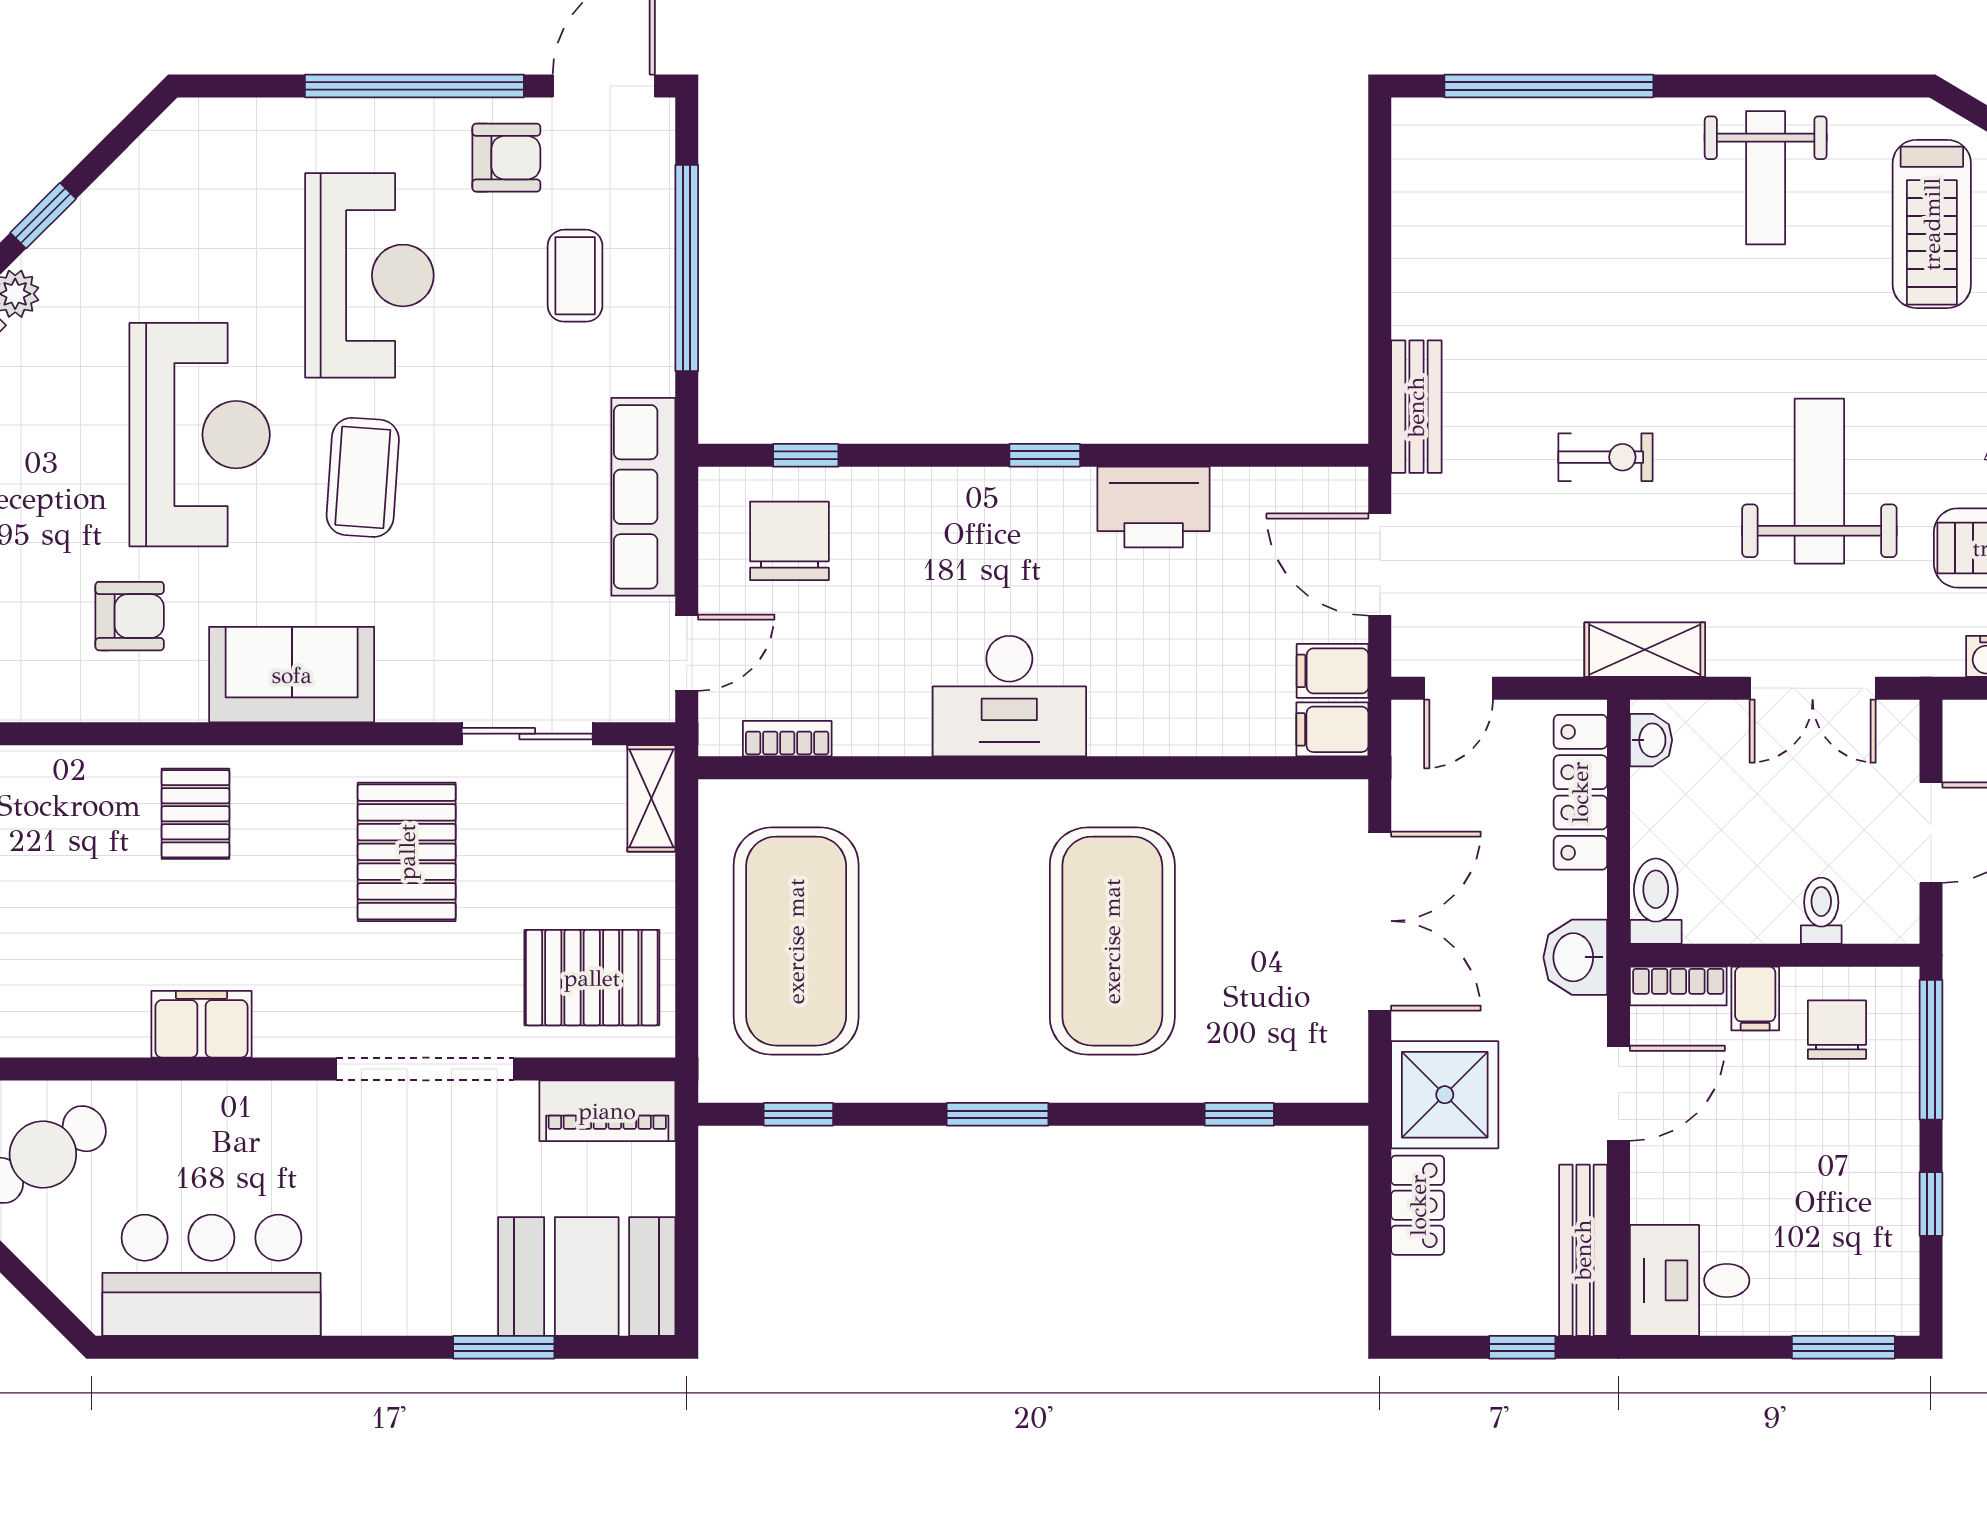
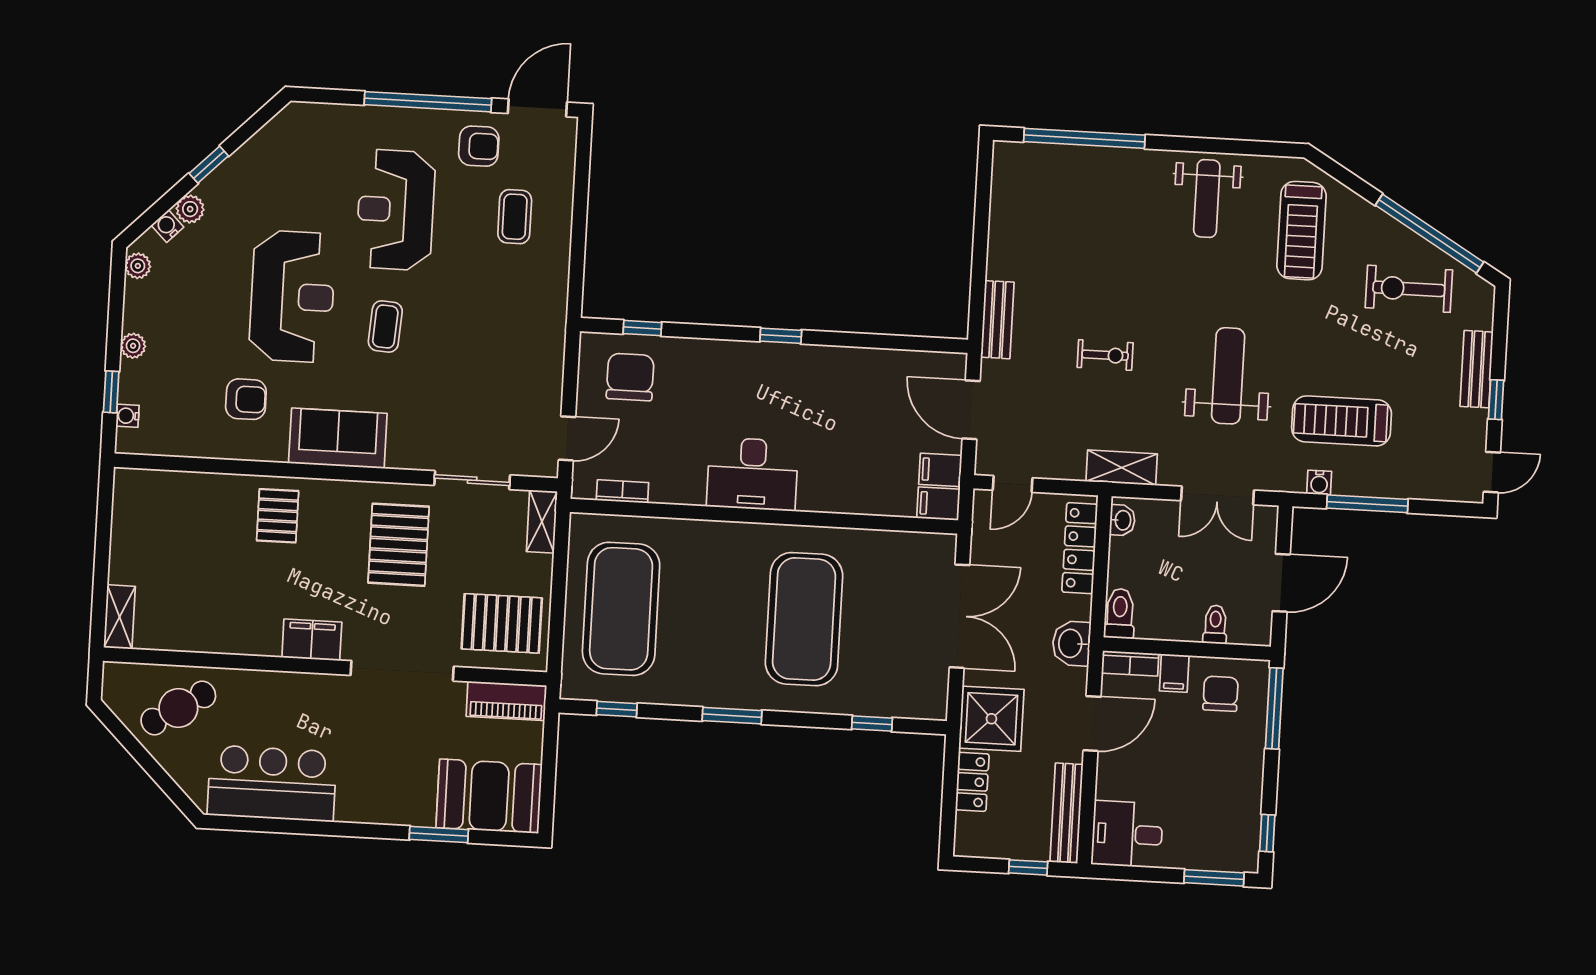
window: (687, 268) -> (580, 216), removed
reception desk: (369, 275) -> (396, 210), turned 180
coffee table: (363, 477) -> (385, 326), width x0.73, depth x0.77
row of seats: (643, 497) -> (547, 347), removed
printer: (1154, 507) -> (842, 369), removed
filing cabinet: (202, 1024) -> (312, 640), moved
window: (1931, 1204) -> (1267, 833), moved

